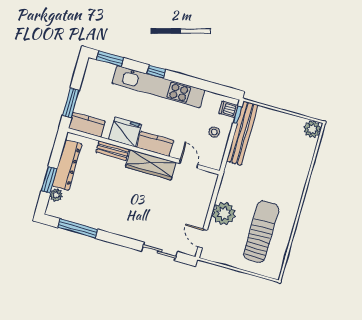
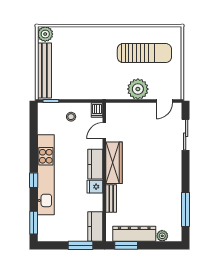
dishwasher: (228, 109) -> (97, 110), moved
fridge: (125, 132) -> (95, 187), width x0.53, depth x0.75
bench: (242, 133) -> (44, 70), moved, turned 90
window: (49, 180) -> (126, 245), moved
sun lounger: (261, 232) -> (144, 53), turned 180

